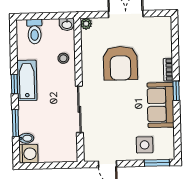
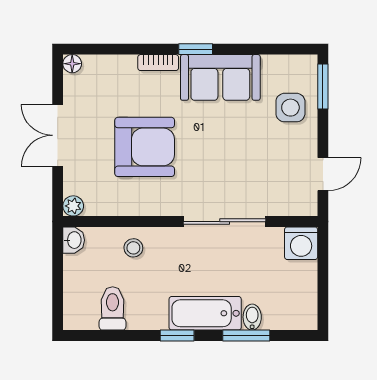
floor lamp: (166, 21) -> (72, 64), added
toilet: (35, 32) -> (113, 308), moved, turned -90
bathtub: (27, 80) -> (205, 313), moved
bidet: (26, 138) -> (252, 317), moved
washing machine: (28, 154) -> (301, 243), moved, turned 180

